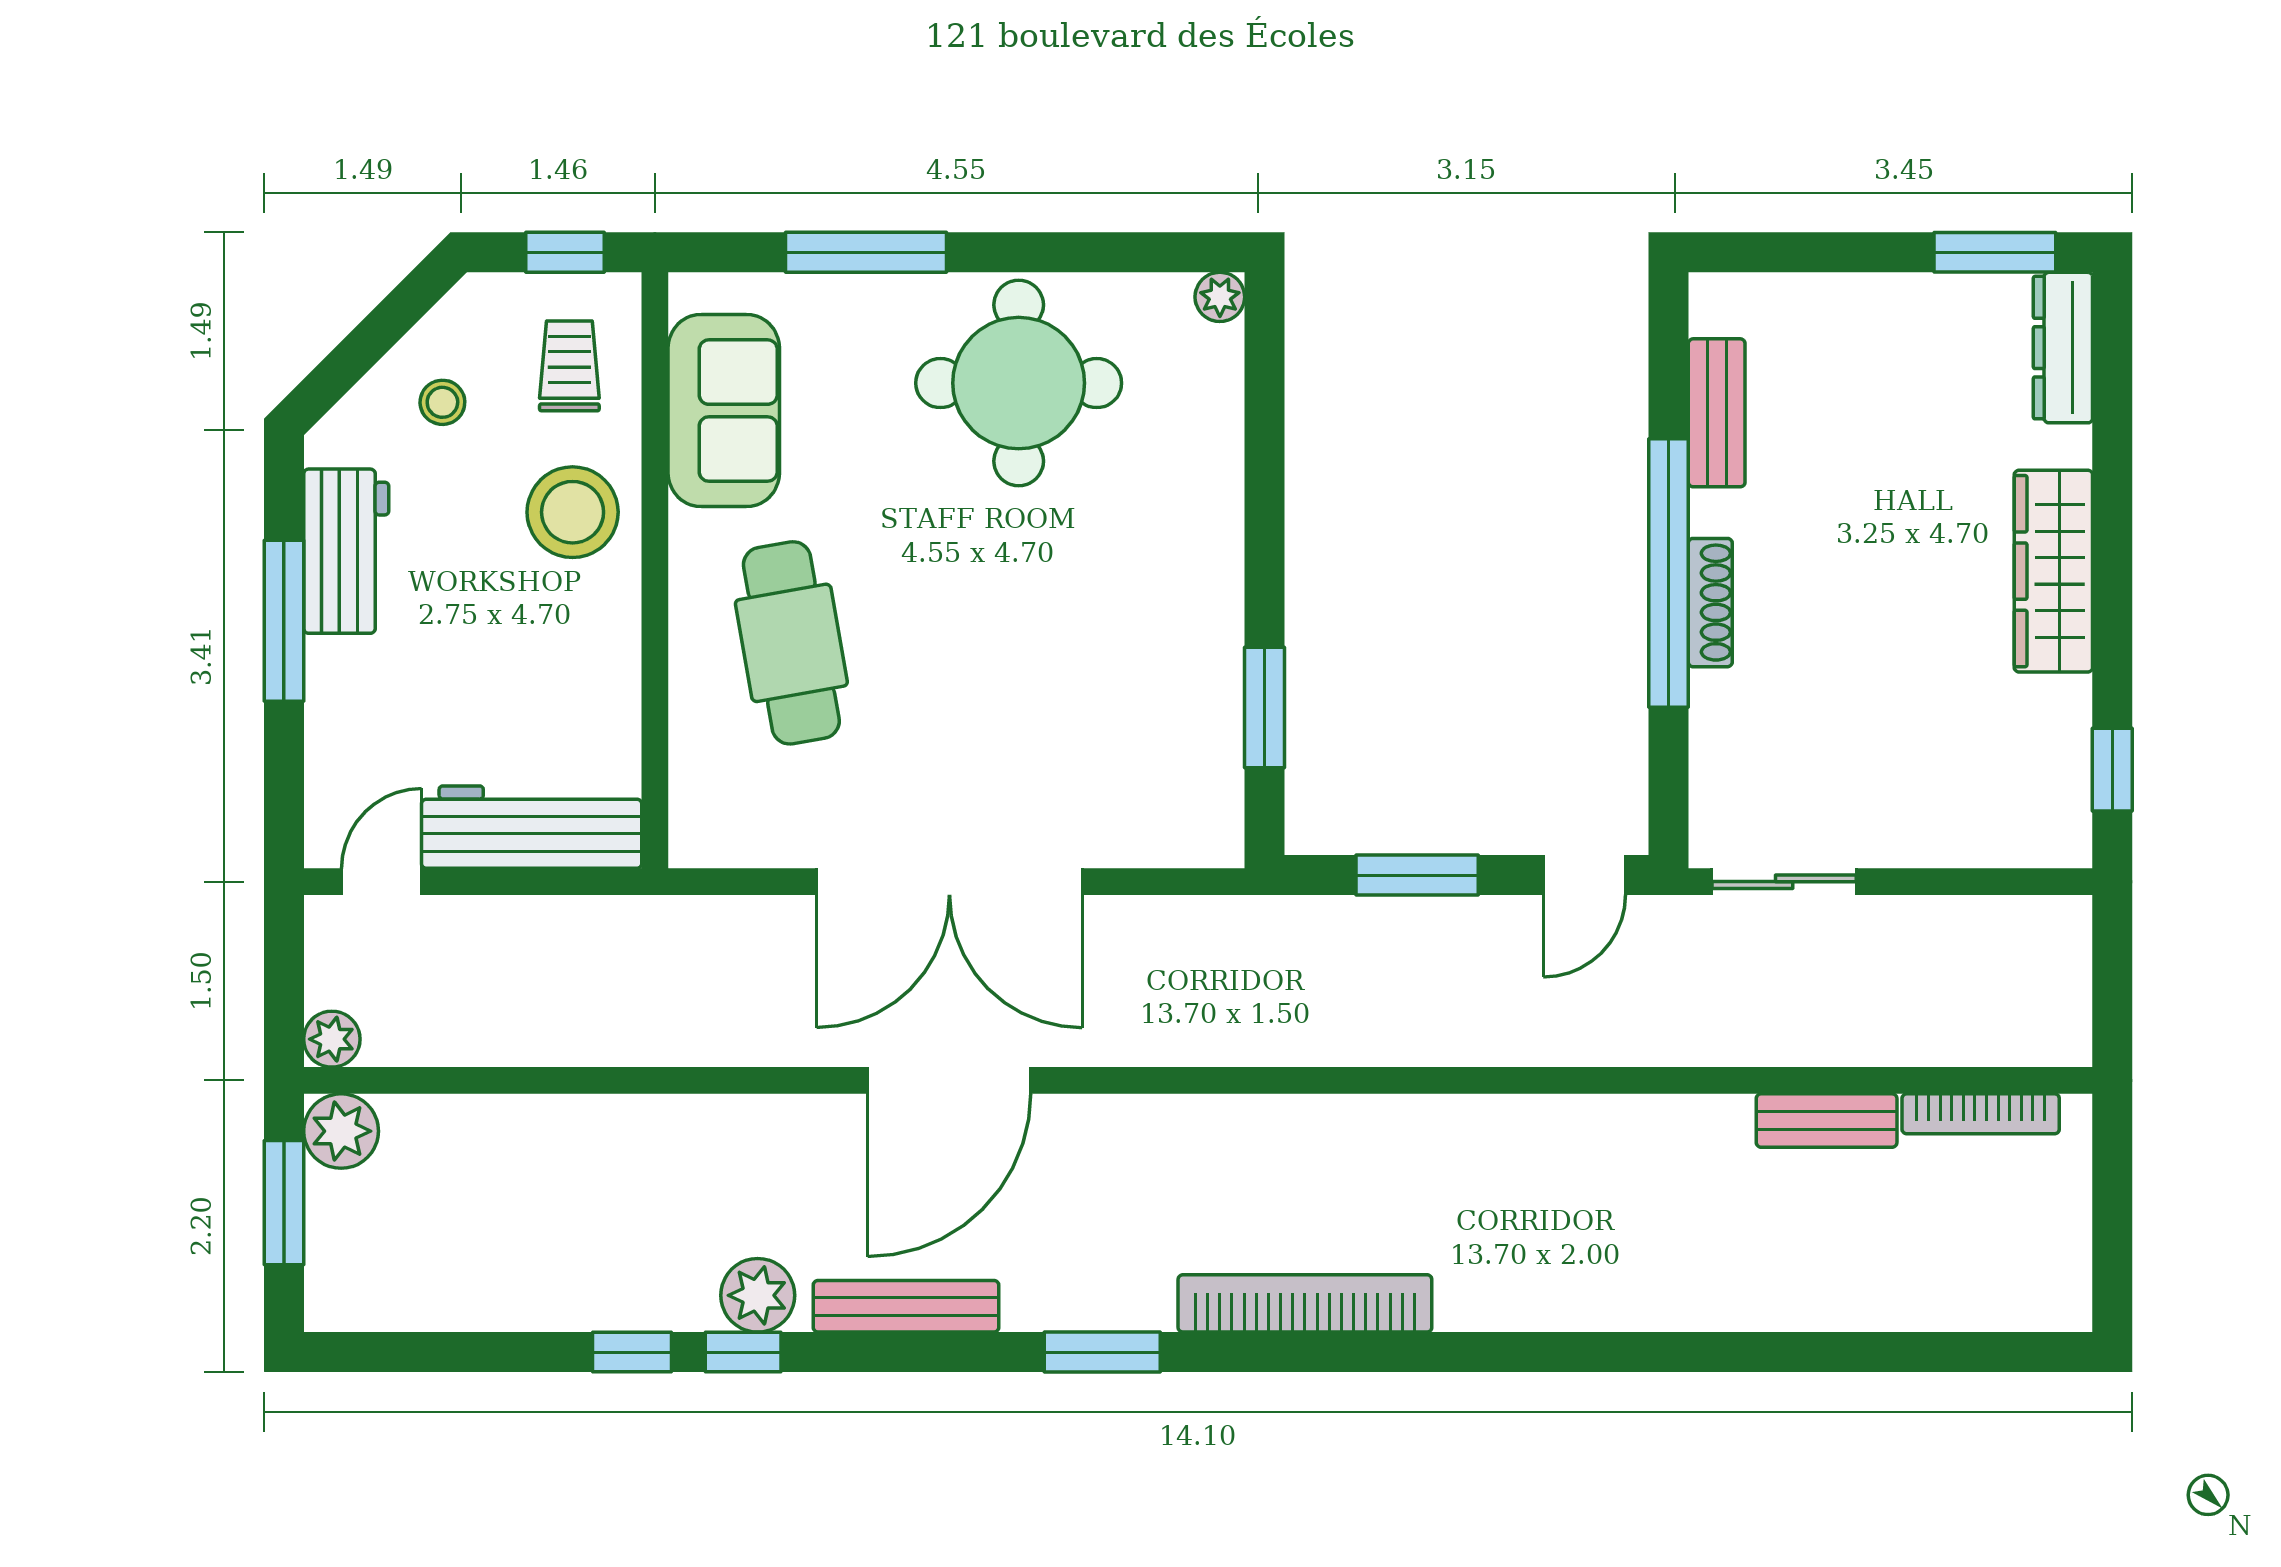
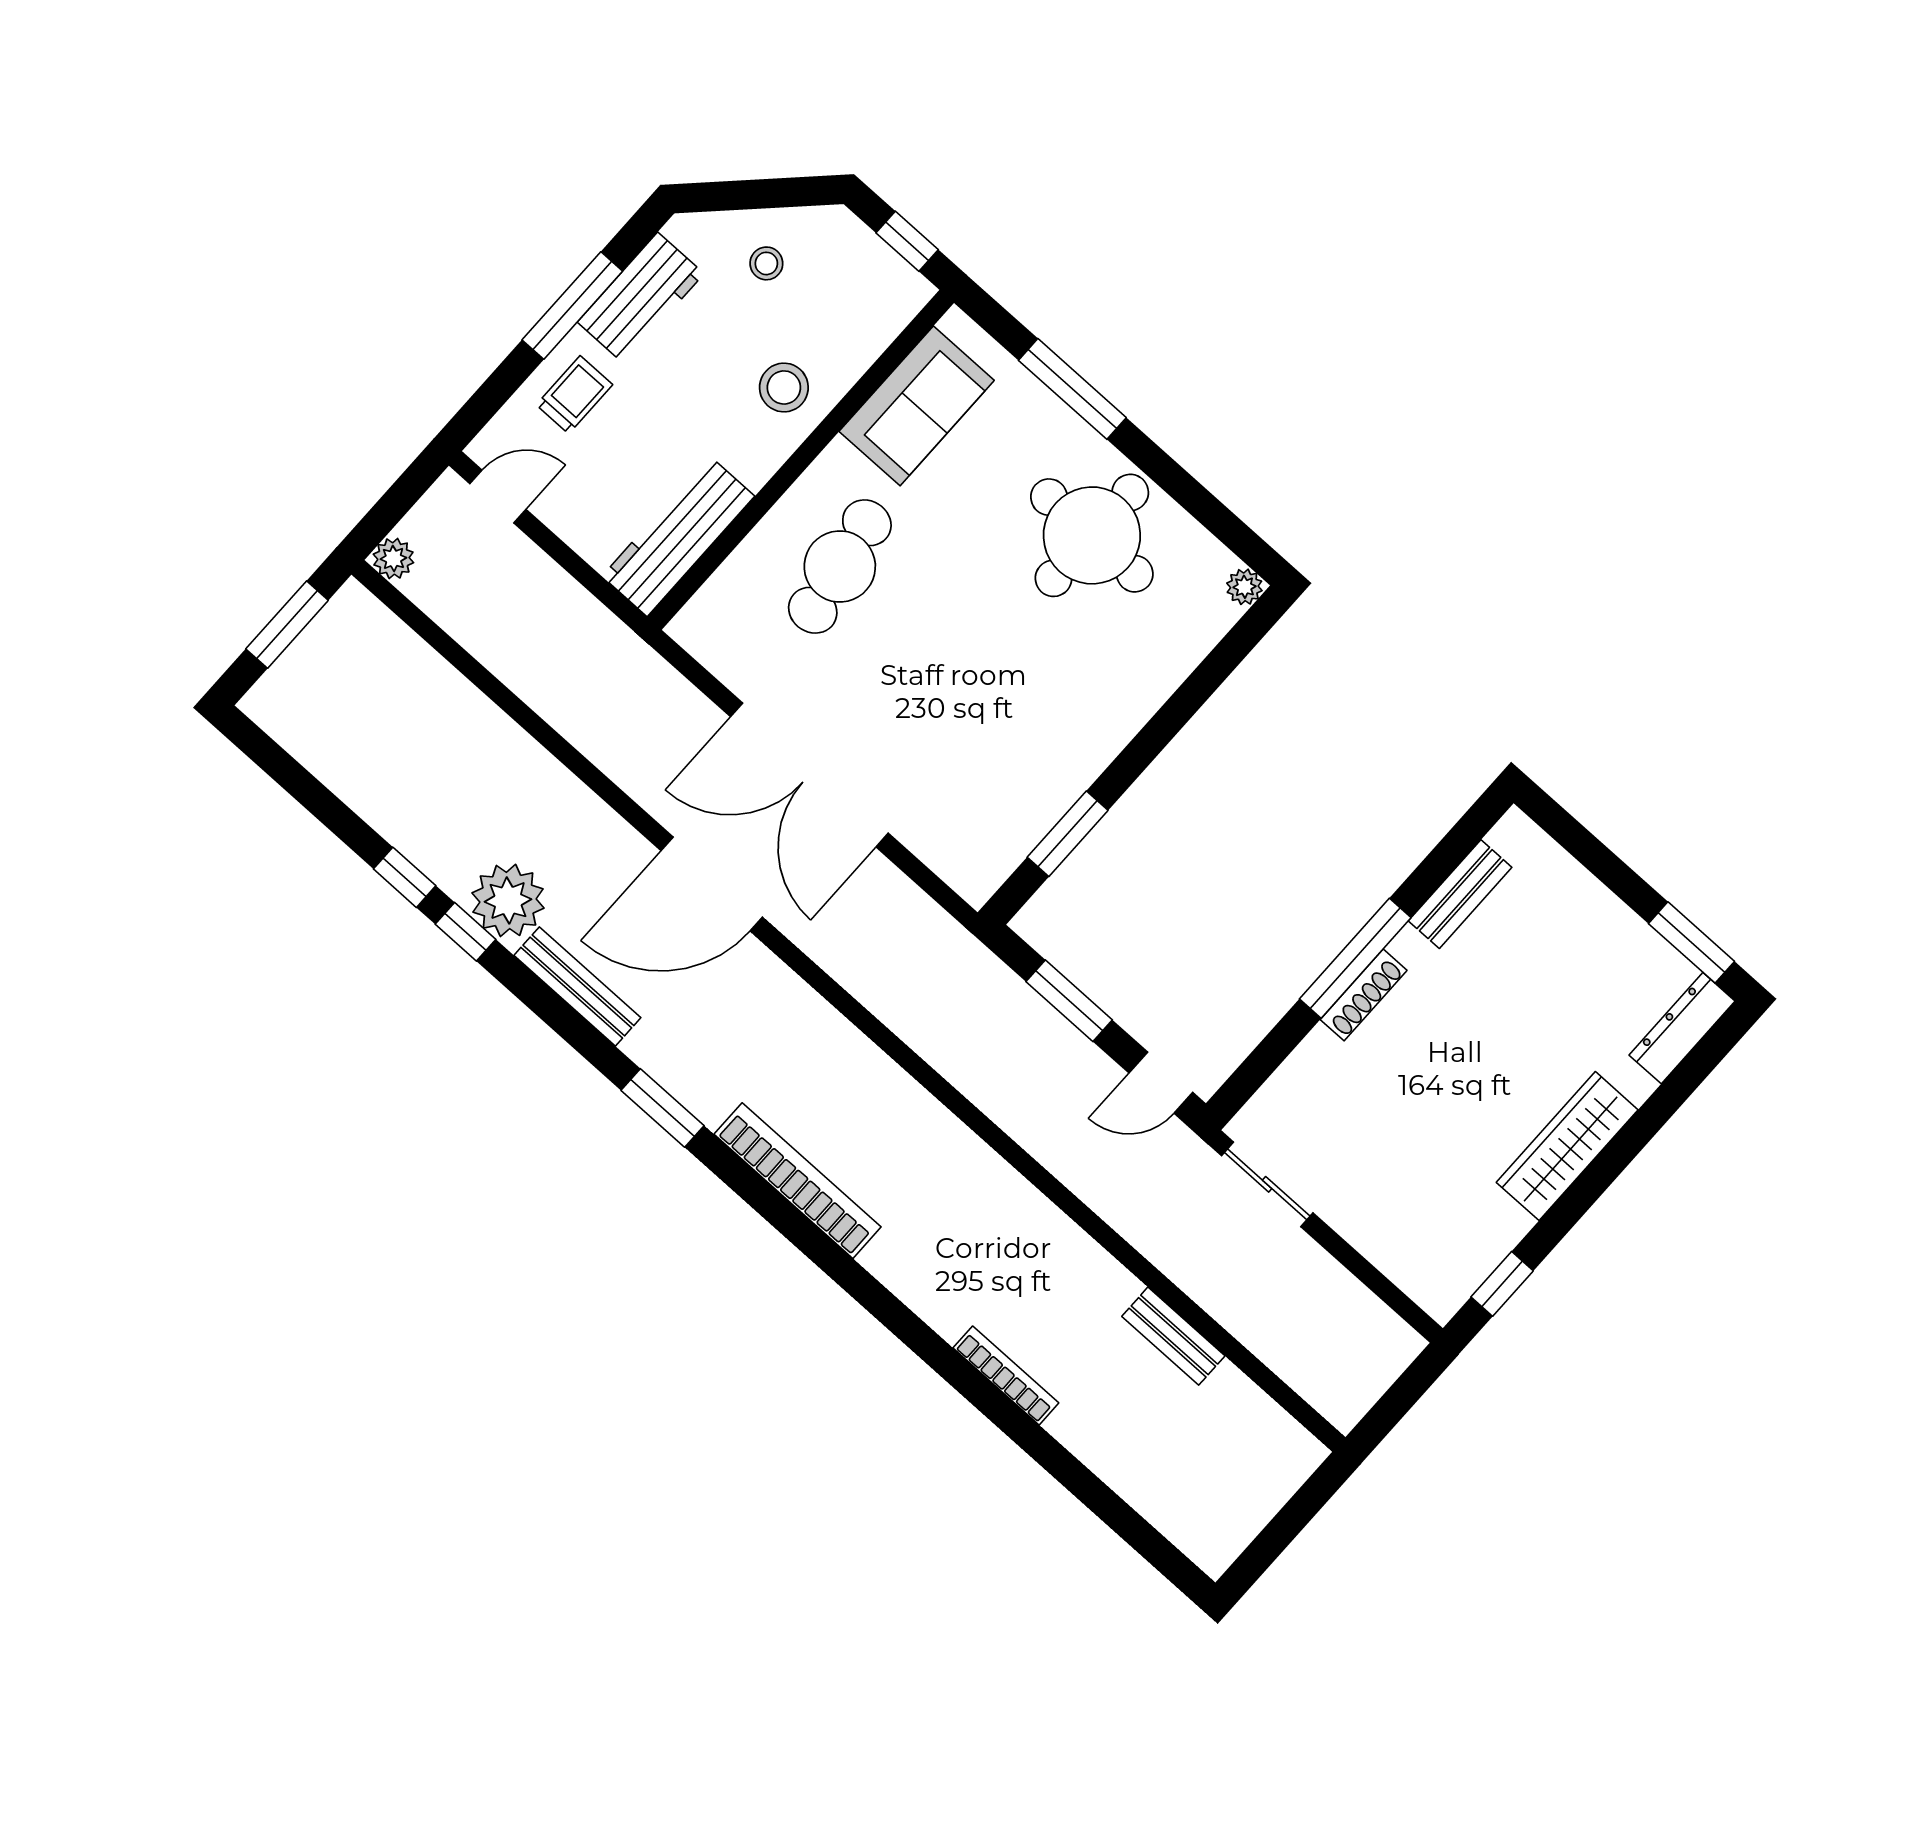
trolley: (569, 366) -> (574, 395), moved
stool: (573, 512) -> (784, 387), width x0.73, depth x0.73
window: (1668, 573) -> (1355, 958), width x0.68
workbench: (532, 827) -> (678, 536), moved, turned -90
bookcase: (1981, 1114) -> (1006, 1375), moved, turned 180
plant: (341, 1131) -> (353, 613), removed
plant: (758, 1295) -> (508, 900), width x1.36, depth x1.36

